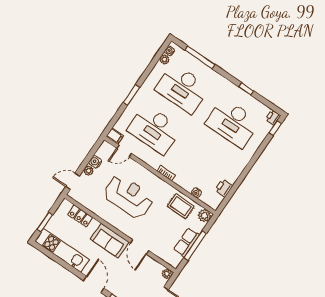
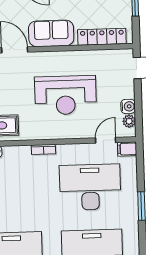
plant: (89, 171) -> (129, 121), moved
locker: (80, 216) -> (102, 37), width x1.53

